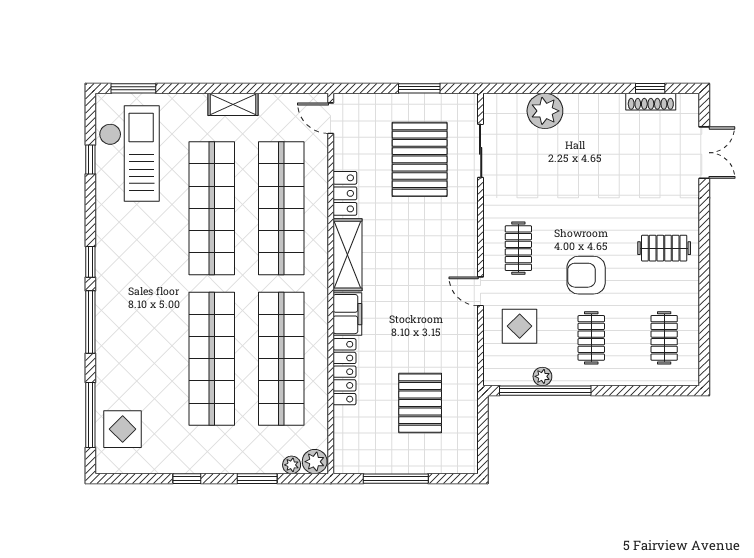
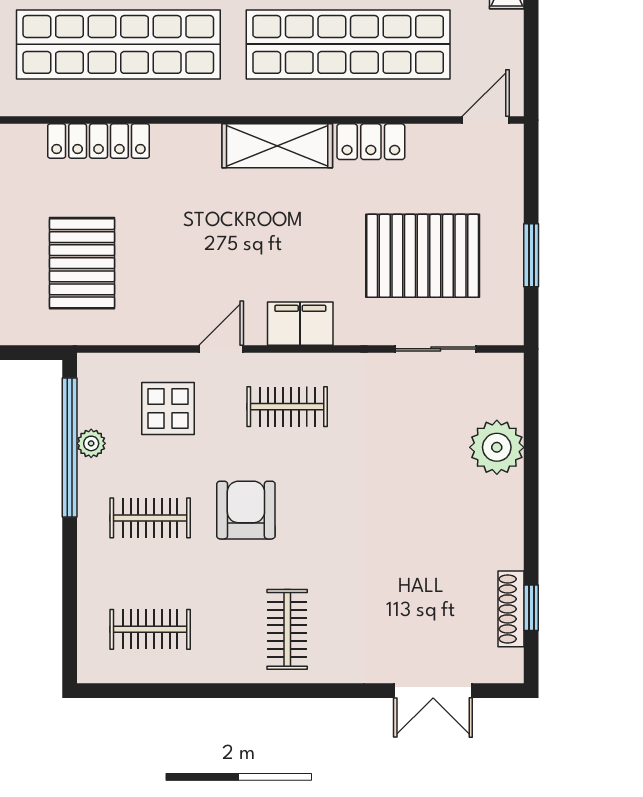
filing cabinet: (347, 314) -> (300, 324), moved, turned 180
pallet: (420, 403) -> (82, 263), moved, turned 90

